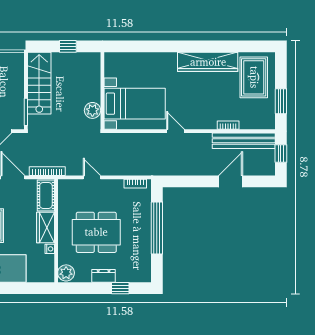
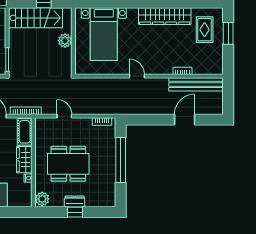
rug: (254, 77) -> (205, 30), width x0.73, depth x0.70
stairs: (39, 83) -> (36, 18), moved, turned 90
window: (281, 101) -> (228, 33), moved
bed with nightstands: (135, 104) -> (104, 34), moved, turned 90
plant: (92, 110) -> (65, 41), moved
window: (281, 154) -> (228, 96), removed
window: (120, 288) -> (75, 212), moved

